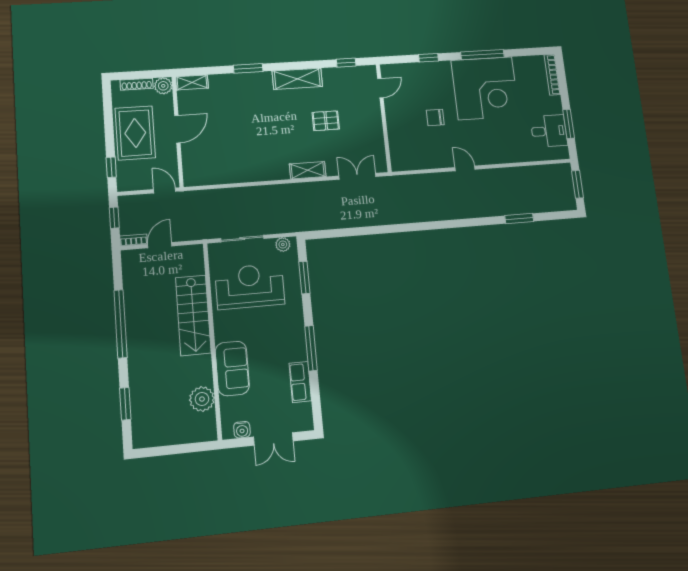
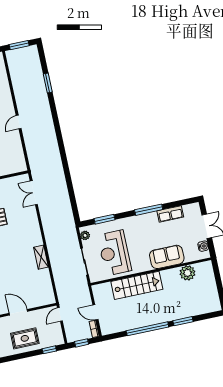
rug: (135, 133) -> (25, 338), width x0.73, depth x0.70
shelving: (308, 170) -> (41, 257), moved
window: (125, 404) -> (183, 321), moved

